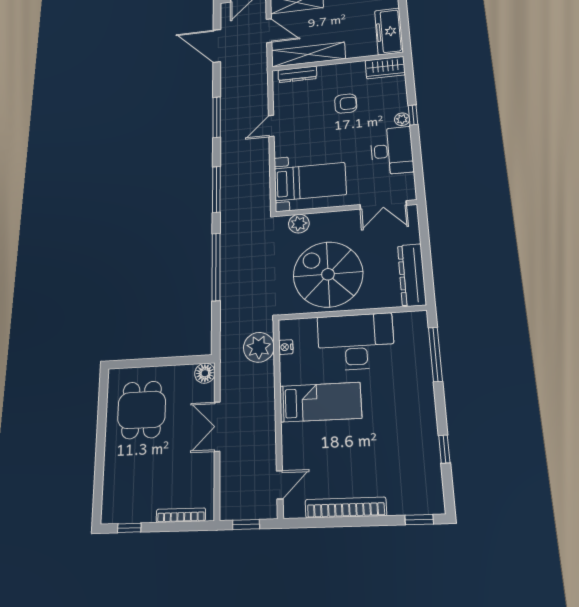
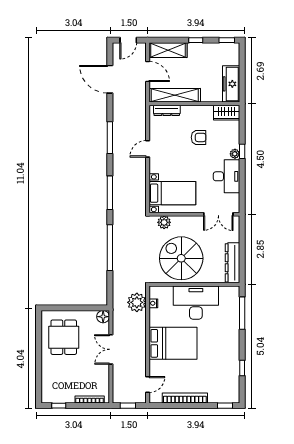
bed: (320, 402) -> (173, 343), width x1.50

